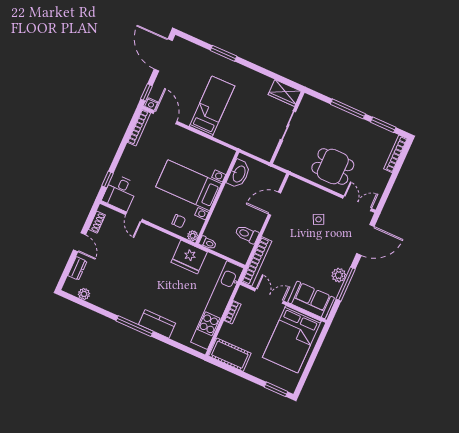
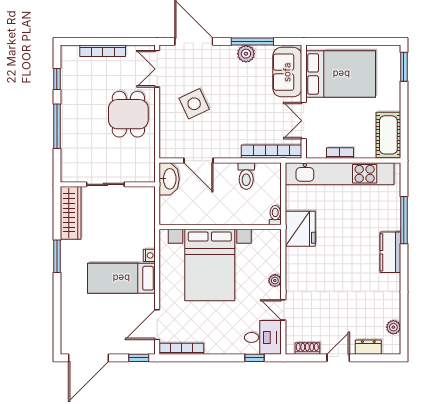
window: (224, 53) -> (57, 256), moved
wardrobe: (285, 93) -> (71, 213), width x1.50
nightstand: (151, 104) -> (149, 255), moved
window: (383, 125) -> (57, 79), width x0.67
bookcase: (396, 154) -> (103, 51), moved
washbasin: (239, 174) -> (169, 179), moved, turned 90
bed with nightstands: (189, 185) -> (210, 265), width x1.36
door: (134, 217) -> (283, 310), swing flipped
side table: (319, 219) -> (194, 104), width x1.87, depth x1.87
chair: (179, 221) -> (266, 258), removed
plant: (193, 236) -> (275, 281), moved
kitchen counter: (157, 324) -> (390, 252), moved
window: (135, 326) -> (404, 220), moved

